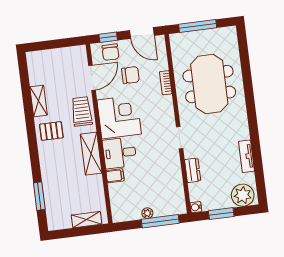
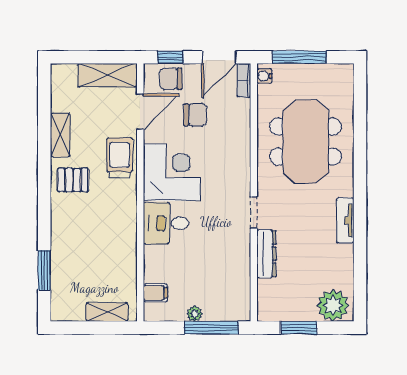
door: (142, 33) -> (219, 57), hinge flipped
chair: (110, 52) -> (171, 79), turned 90
bookcase: (166, 83) -> (244, 80), moved
shelving: (91, 154) -> (107, 75), moved, turned 90
tv unit: (246, 156) -> (345, 220), moved
dresser: (193, 170) -> (266, 254), width x1.44
filing cabinet: (115, 176) -> (155, 293), moved
water cooler: (196, 207) -> (264, 76), moved

